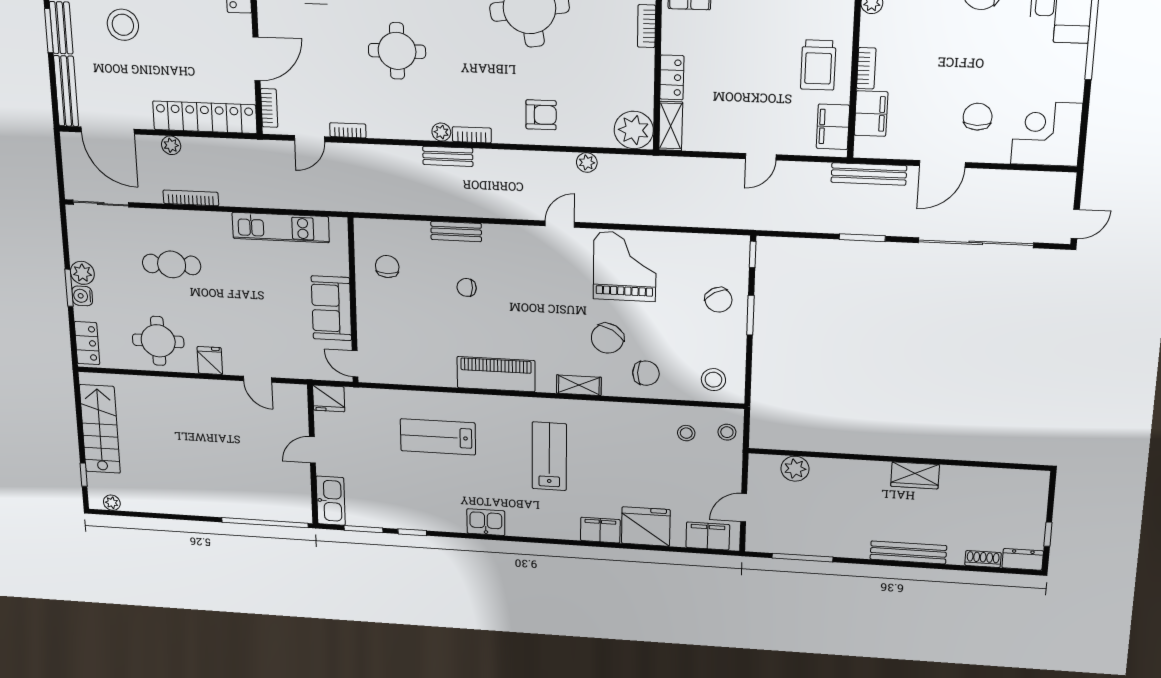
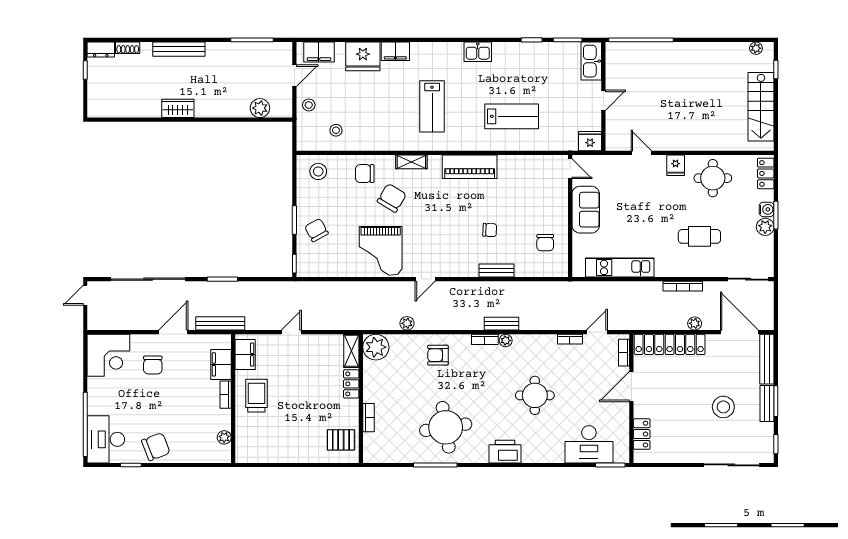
stool: (727, 432) -> (309, 105), moved

